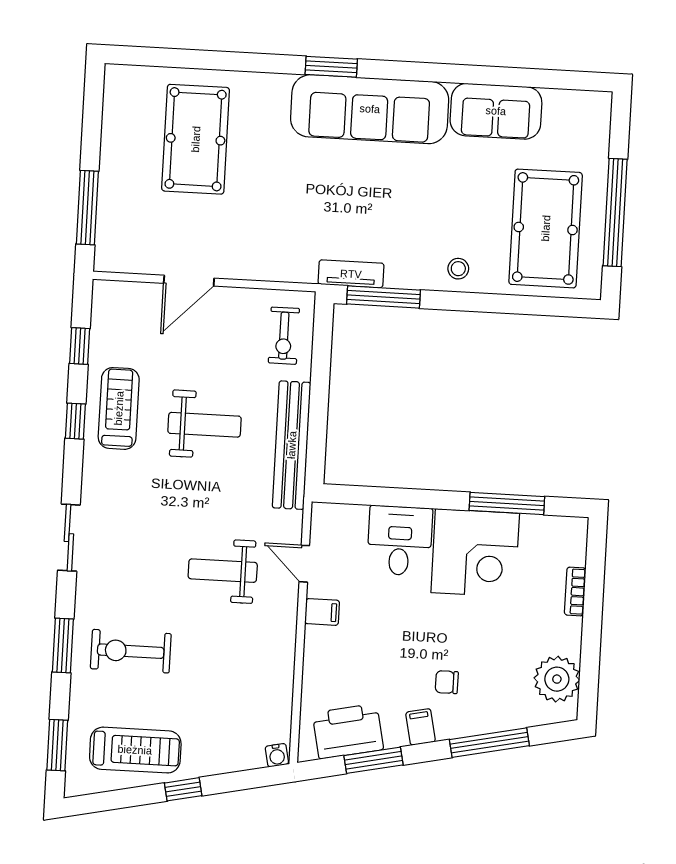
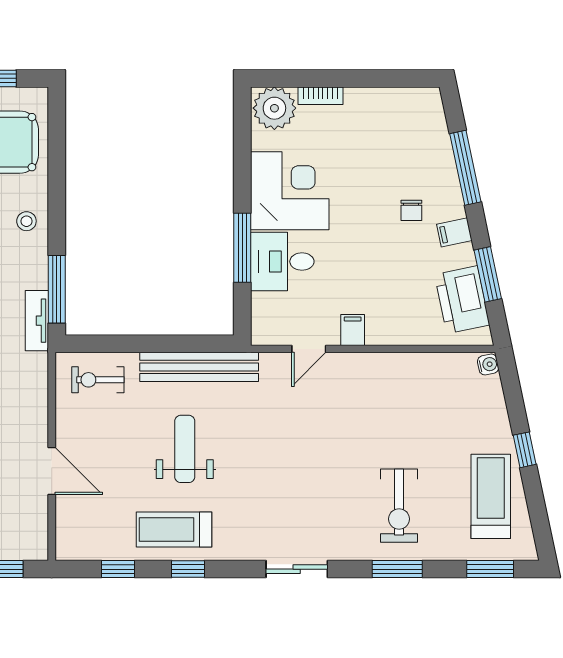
exercise bike: (284, 336) -> (98, 380), turned 180
window: (507, 504) -> (242, 248), moved
weight bench: (223, 571) -> (319, 424), removed
plant: (557, 679) -> (274, 108), moved

